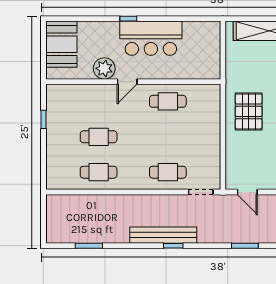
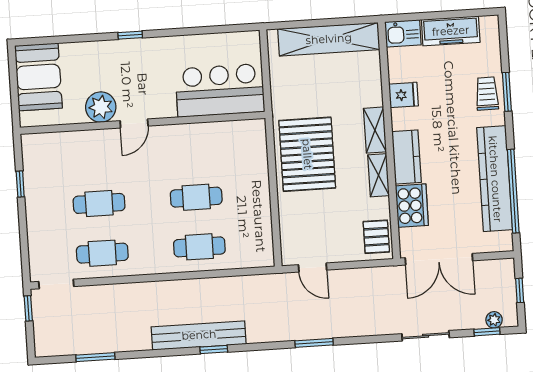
bar counter: (151, 38) -> (220, 90), moved, turned 180
cafe table: (168, 101) -> (196, 197), moved
pallet: (249, 111) -> (307, 154), width x1.37, depth x1.41
doorway: (201, 192) -> (56, 284), moved
window: (43, 208) -> (28, 308), added

